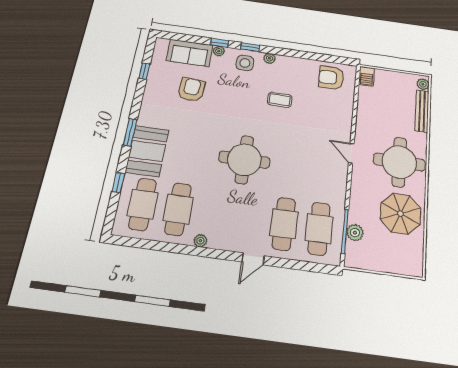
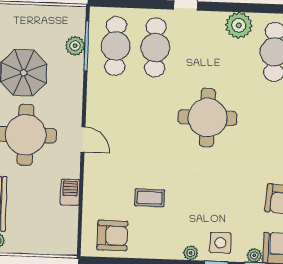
barbecue: (367, 76) -> (70, 192), moved
coffee table: (280, 100) -> (150, 198), moved
plant: (200, 241) -> (239, 25), width x1.88, depth x1.88

